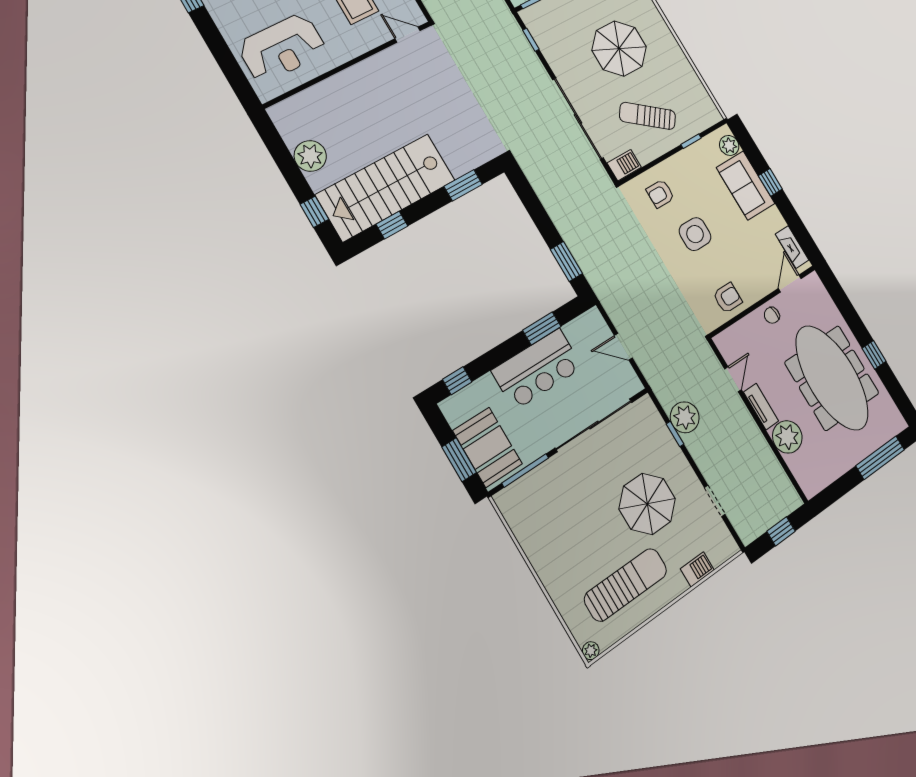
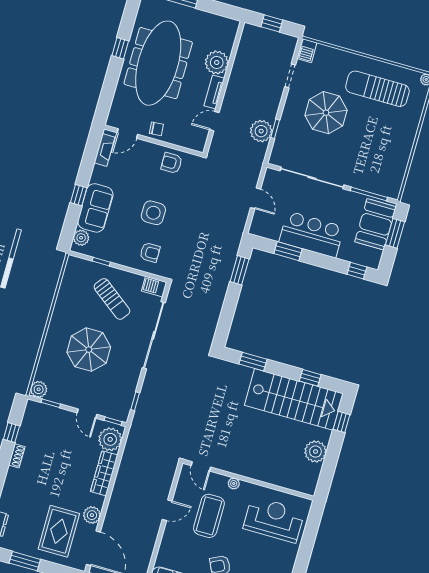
plant: (359, 47) -> (234, 483), added
barbecue: (697, 569) -> (307, 51), moved, turned -90

